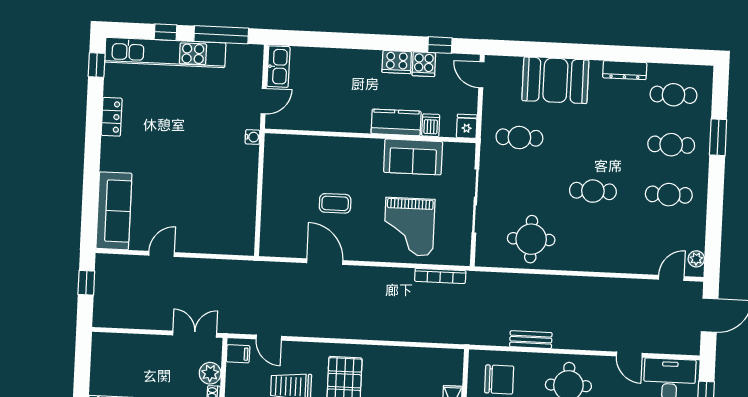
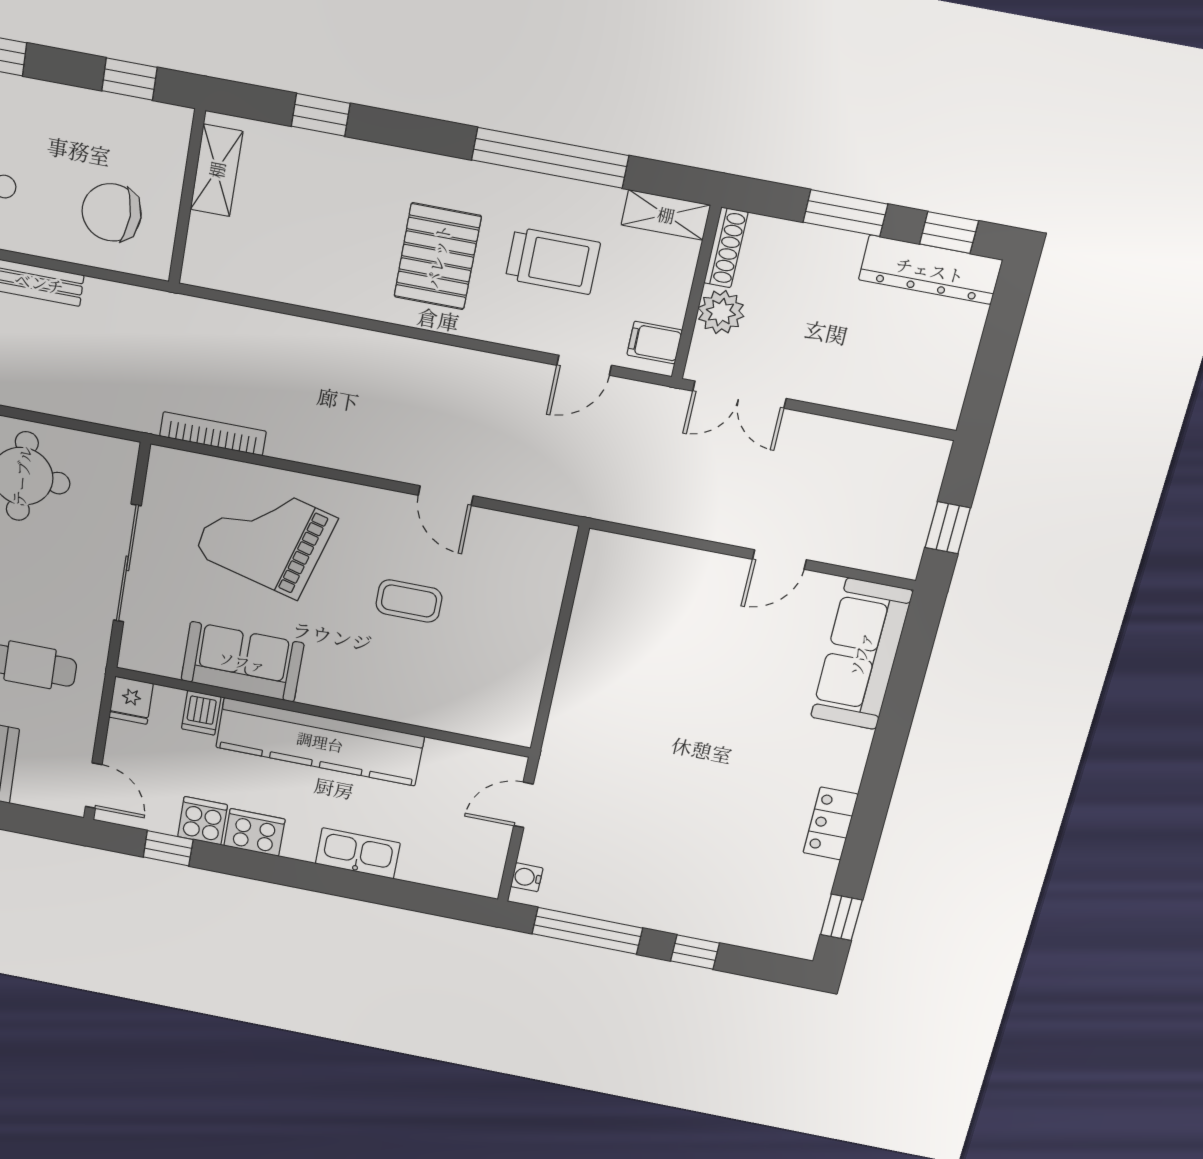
kitchen unit: (165, 52) -> (702, 918), removed
kitchen sink: (278, 67) -> (358, 853), moved, turned 90
kitchen counter: (396, 122) -> (320, 742), width x2.08, depth x1.17
water cooler: (253, 137) -> (527, 877), moved
grand piano: (409, 227) -> (265, 536), turned -75
door: (325, 262) -> (446, 496), width x0.73
door: (269, 338) -> (584, 365), swing flipped

